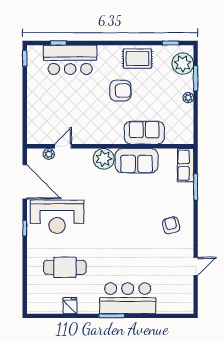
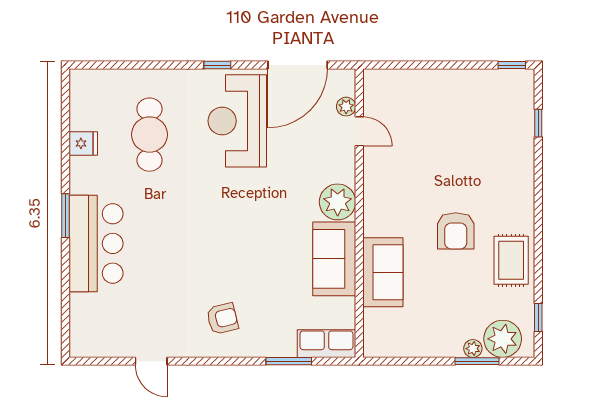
bar counter: (70, 60) -> (509, 144), removed
plant: (188, 98) -> (473, 349), moved

